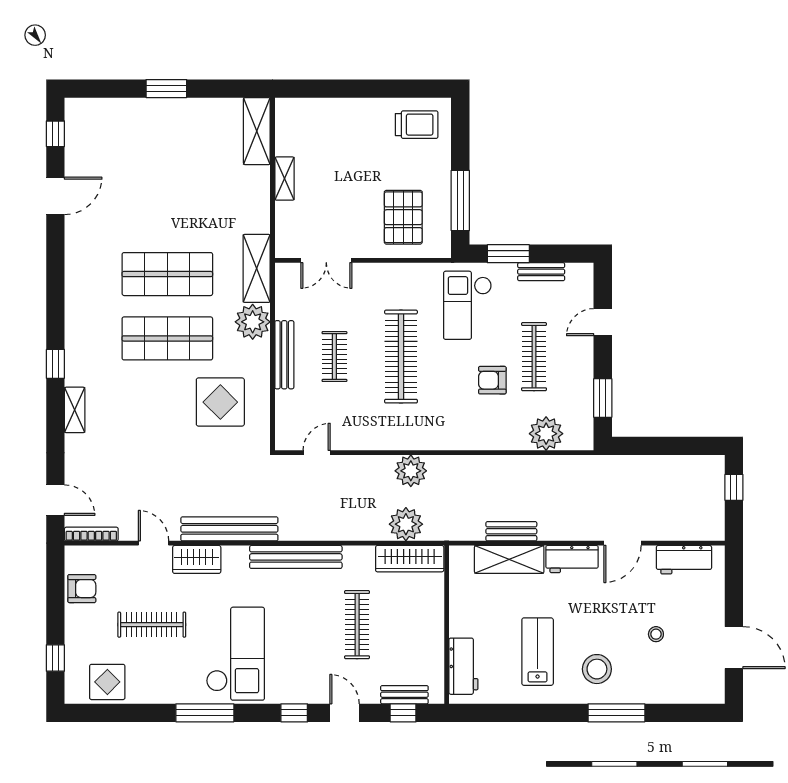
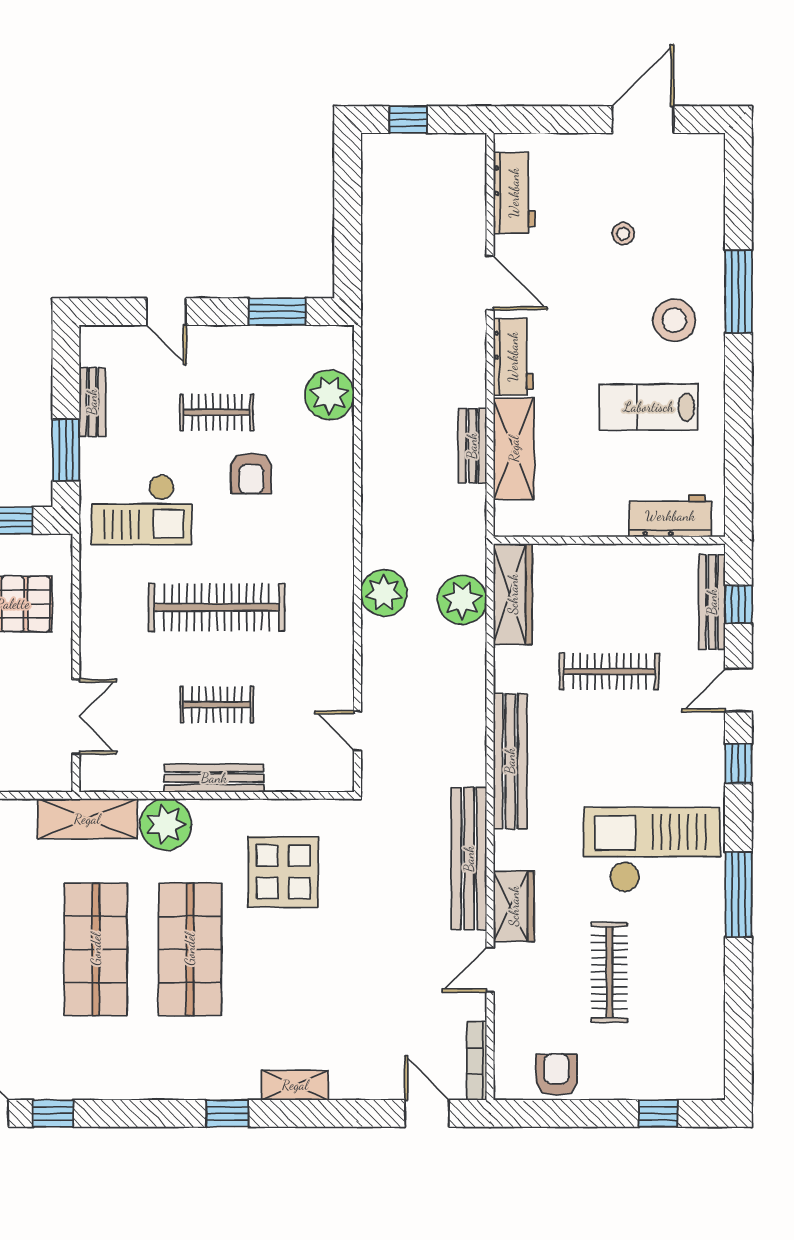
window: (55, 245) -> (53, 1113), added
clothes rail: (534, 357) -> (217, 412), width x0.73
door: (55, 500) -> (427, 1113), hinge flipped
display table: (107, 682) -> (693, 1037), removed
bench: (404, 695) -> (712, 602), width x1.36

